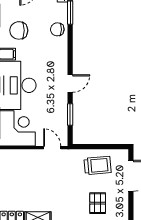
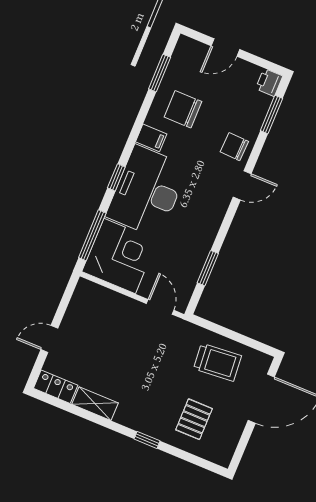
chair: (57, 29) -> (234, 147), moved
door: (70, 84) -> (242, 185), moved

